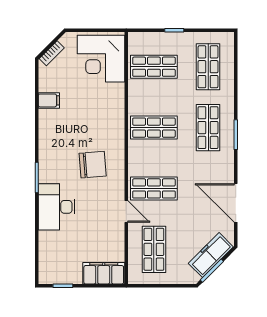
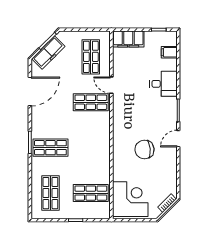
filing cabinet: (49, 100) -> (169, 52), moved
shop shelf: (154, 128) -> (91, 148), removed
shop shelf: (208, 128) -> (50, 148), turned 90
door: (37, 140) -> (178, 139), added
chair: (93, 165) -> (144, 149), moved
door: (236, 203) -> (30, 91), hinge flipped
desk: (57, 207) -> (163, 84), width x0.73

